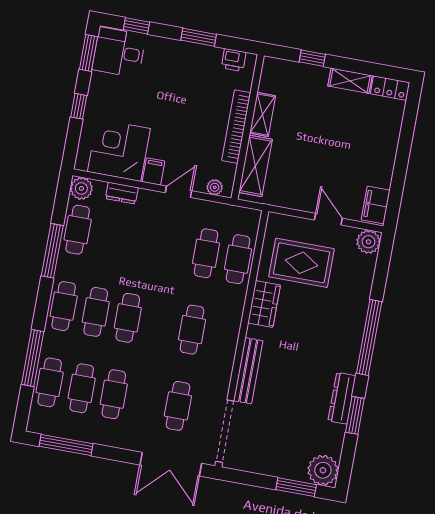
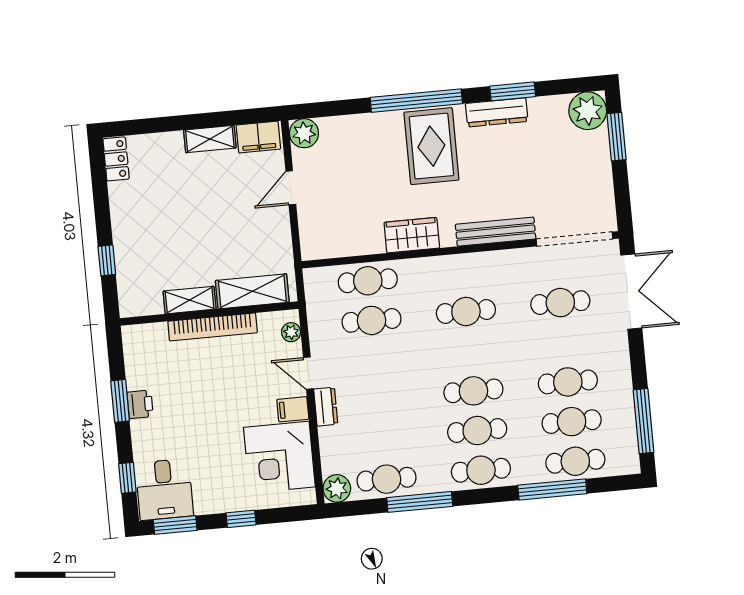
printer: (234, 60) -> (140, 404), moved
shelving: (350, 81) -> (210, 139), moved, turned 90
dresser: (122, 193) -> (326, 407), moved
rug: (301, 263) -> (431, 146), moved

